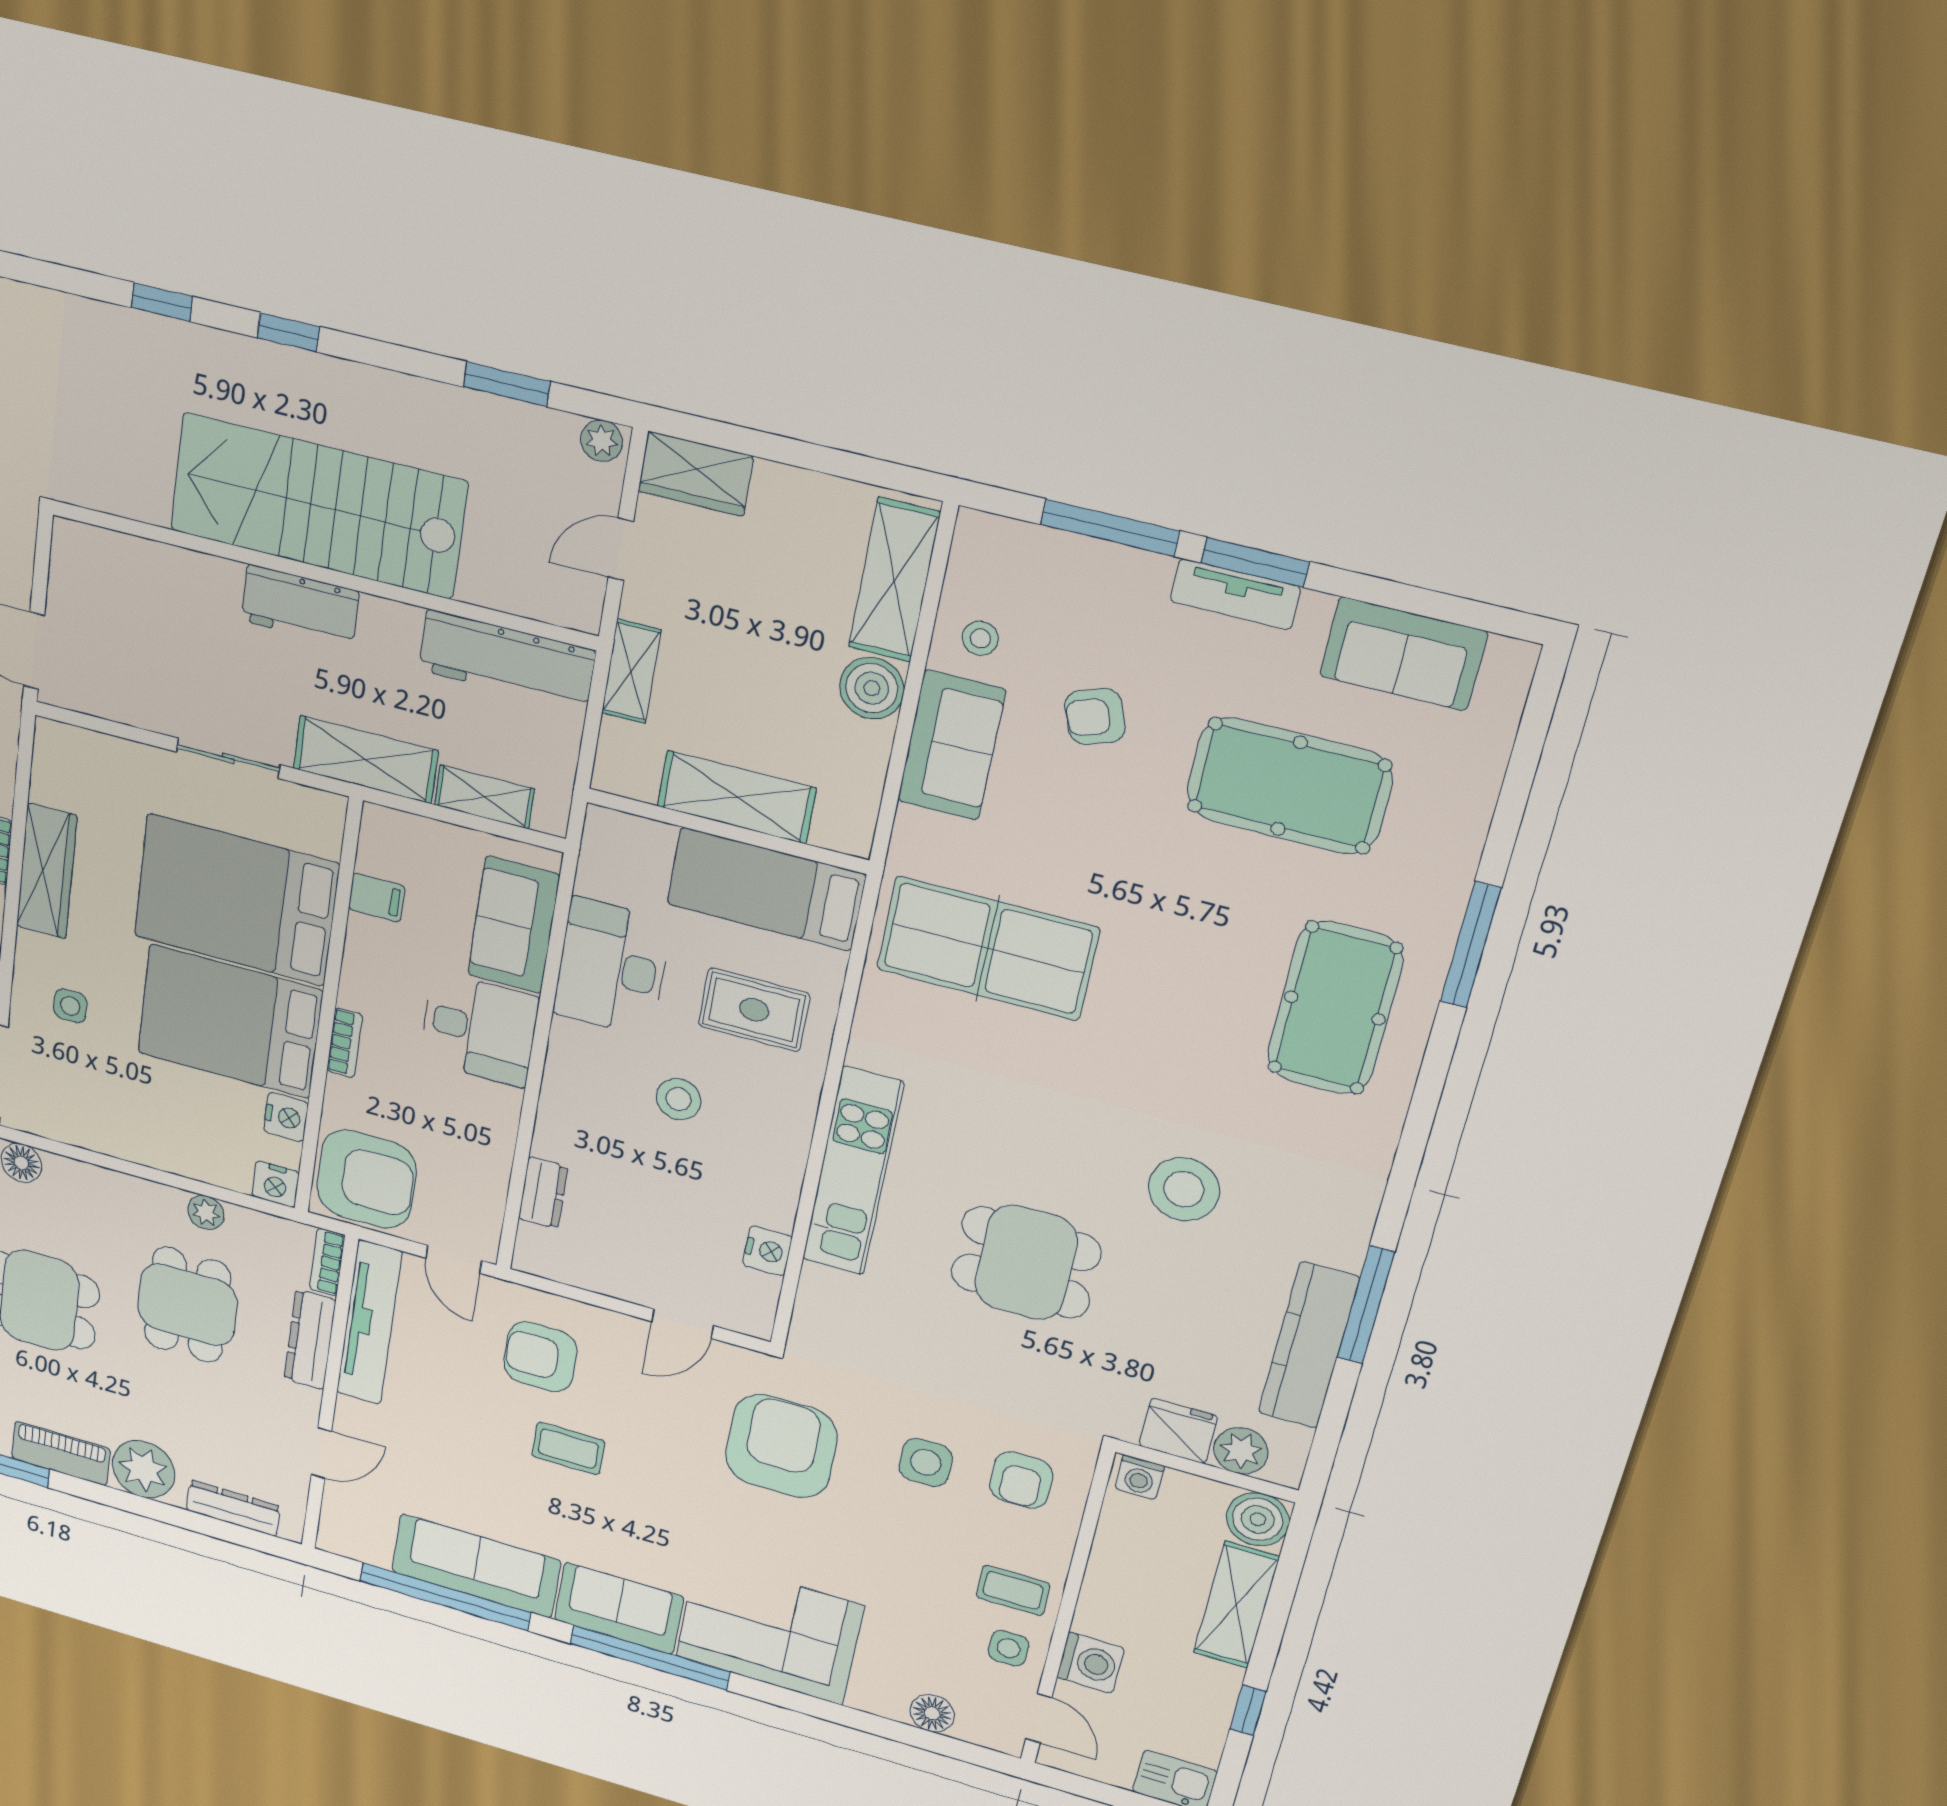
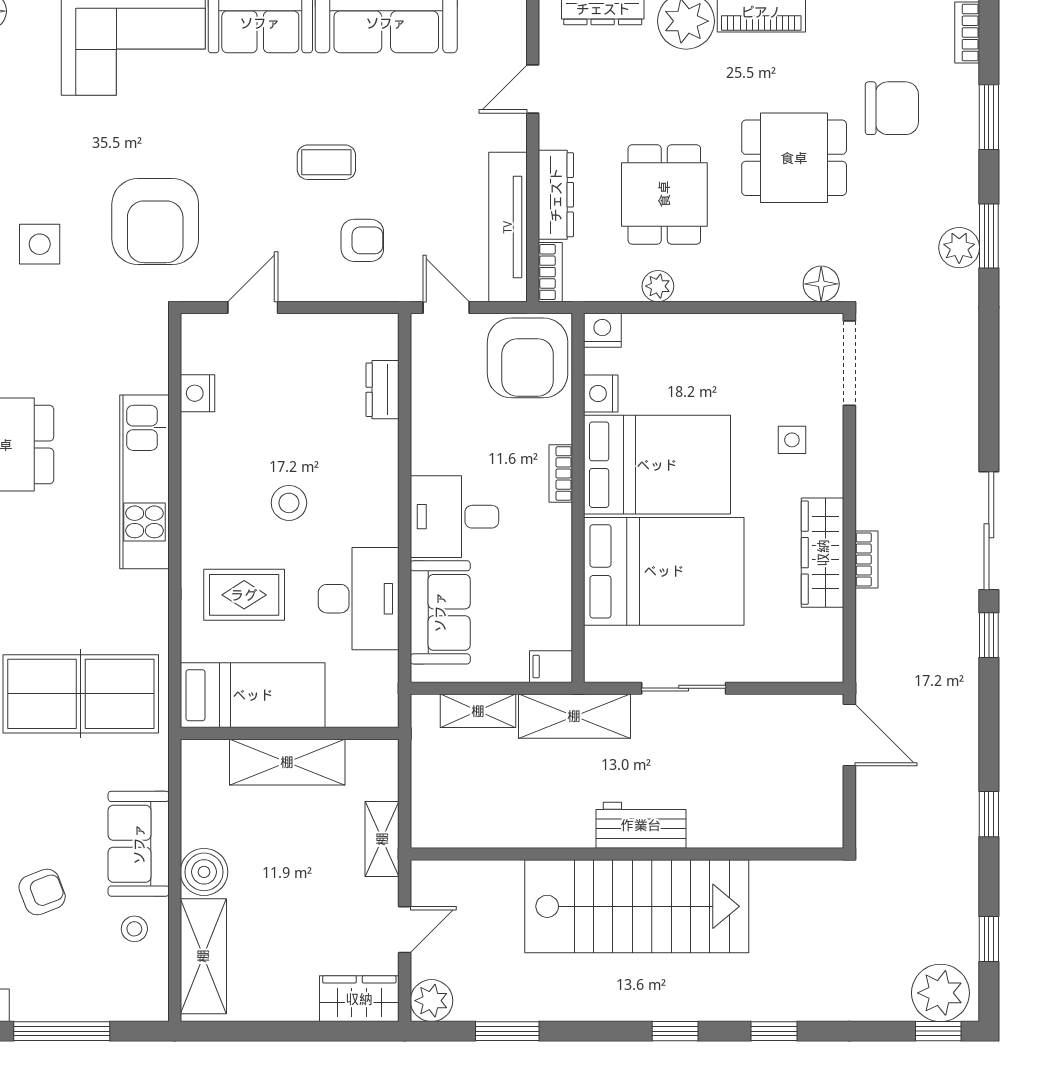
plant: (602, 441) -> (431, 1001), width x1.38, depth x1.38
workbench: (507, 660) -> (477, 823), removed
filing cabinet: (377, 898) -> (551, 667), moved
armchair: (366, 1179) -> (528, 358), turned -90
armchair: (540, 1357) -> (362, 240), width x0.72, depth x0.72

